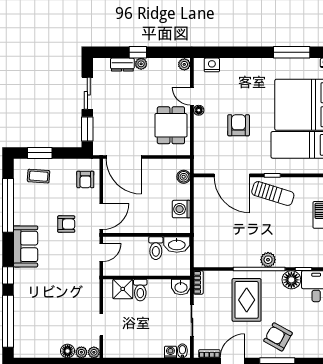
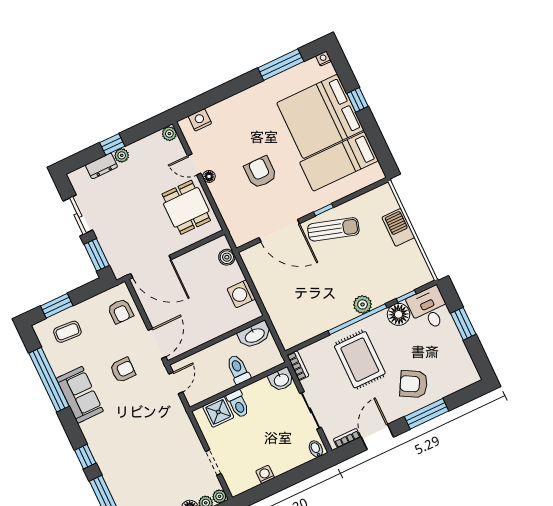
sofa: (26, 246) -> (80, 395), moved
toilet: (156, 248) -> (238, 369), moved, turned 180
washing machine: (170, 352) -> (265, 474), moved

